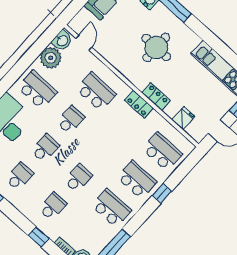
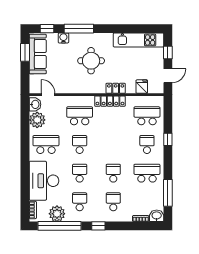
locker: (139, 104) -> (110, 101), width x1.53
school desk: (137, 180) -> (147, 144), width x0.54
window: (39, 237) -> (98, 226), moved

